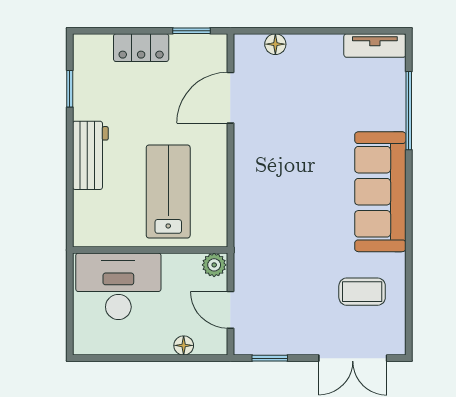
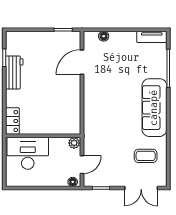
locker: (141, 48) -> (12, 121), moved, turned -90
workbench: (90, 155) -> (14, 72), moved
lab bench: (168, 191) -> (52, 107), removed
door: (230, 310) -> (82, 165), swing flipped
floor lamp: (184, 345) -> (73, 182), moved

